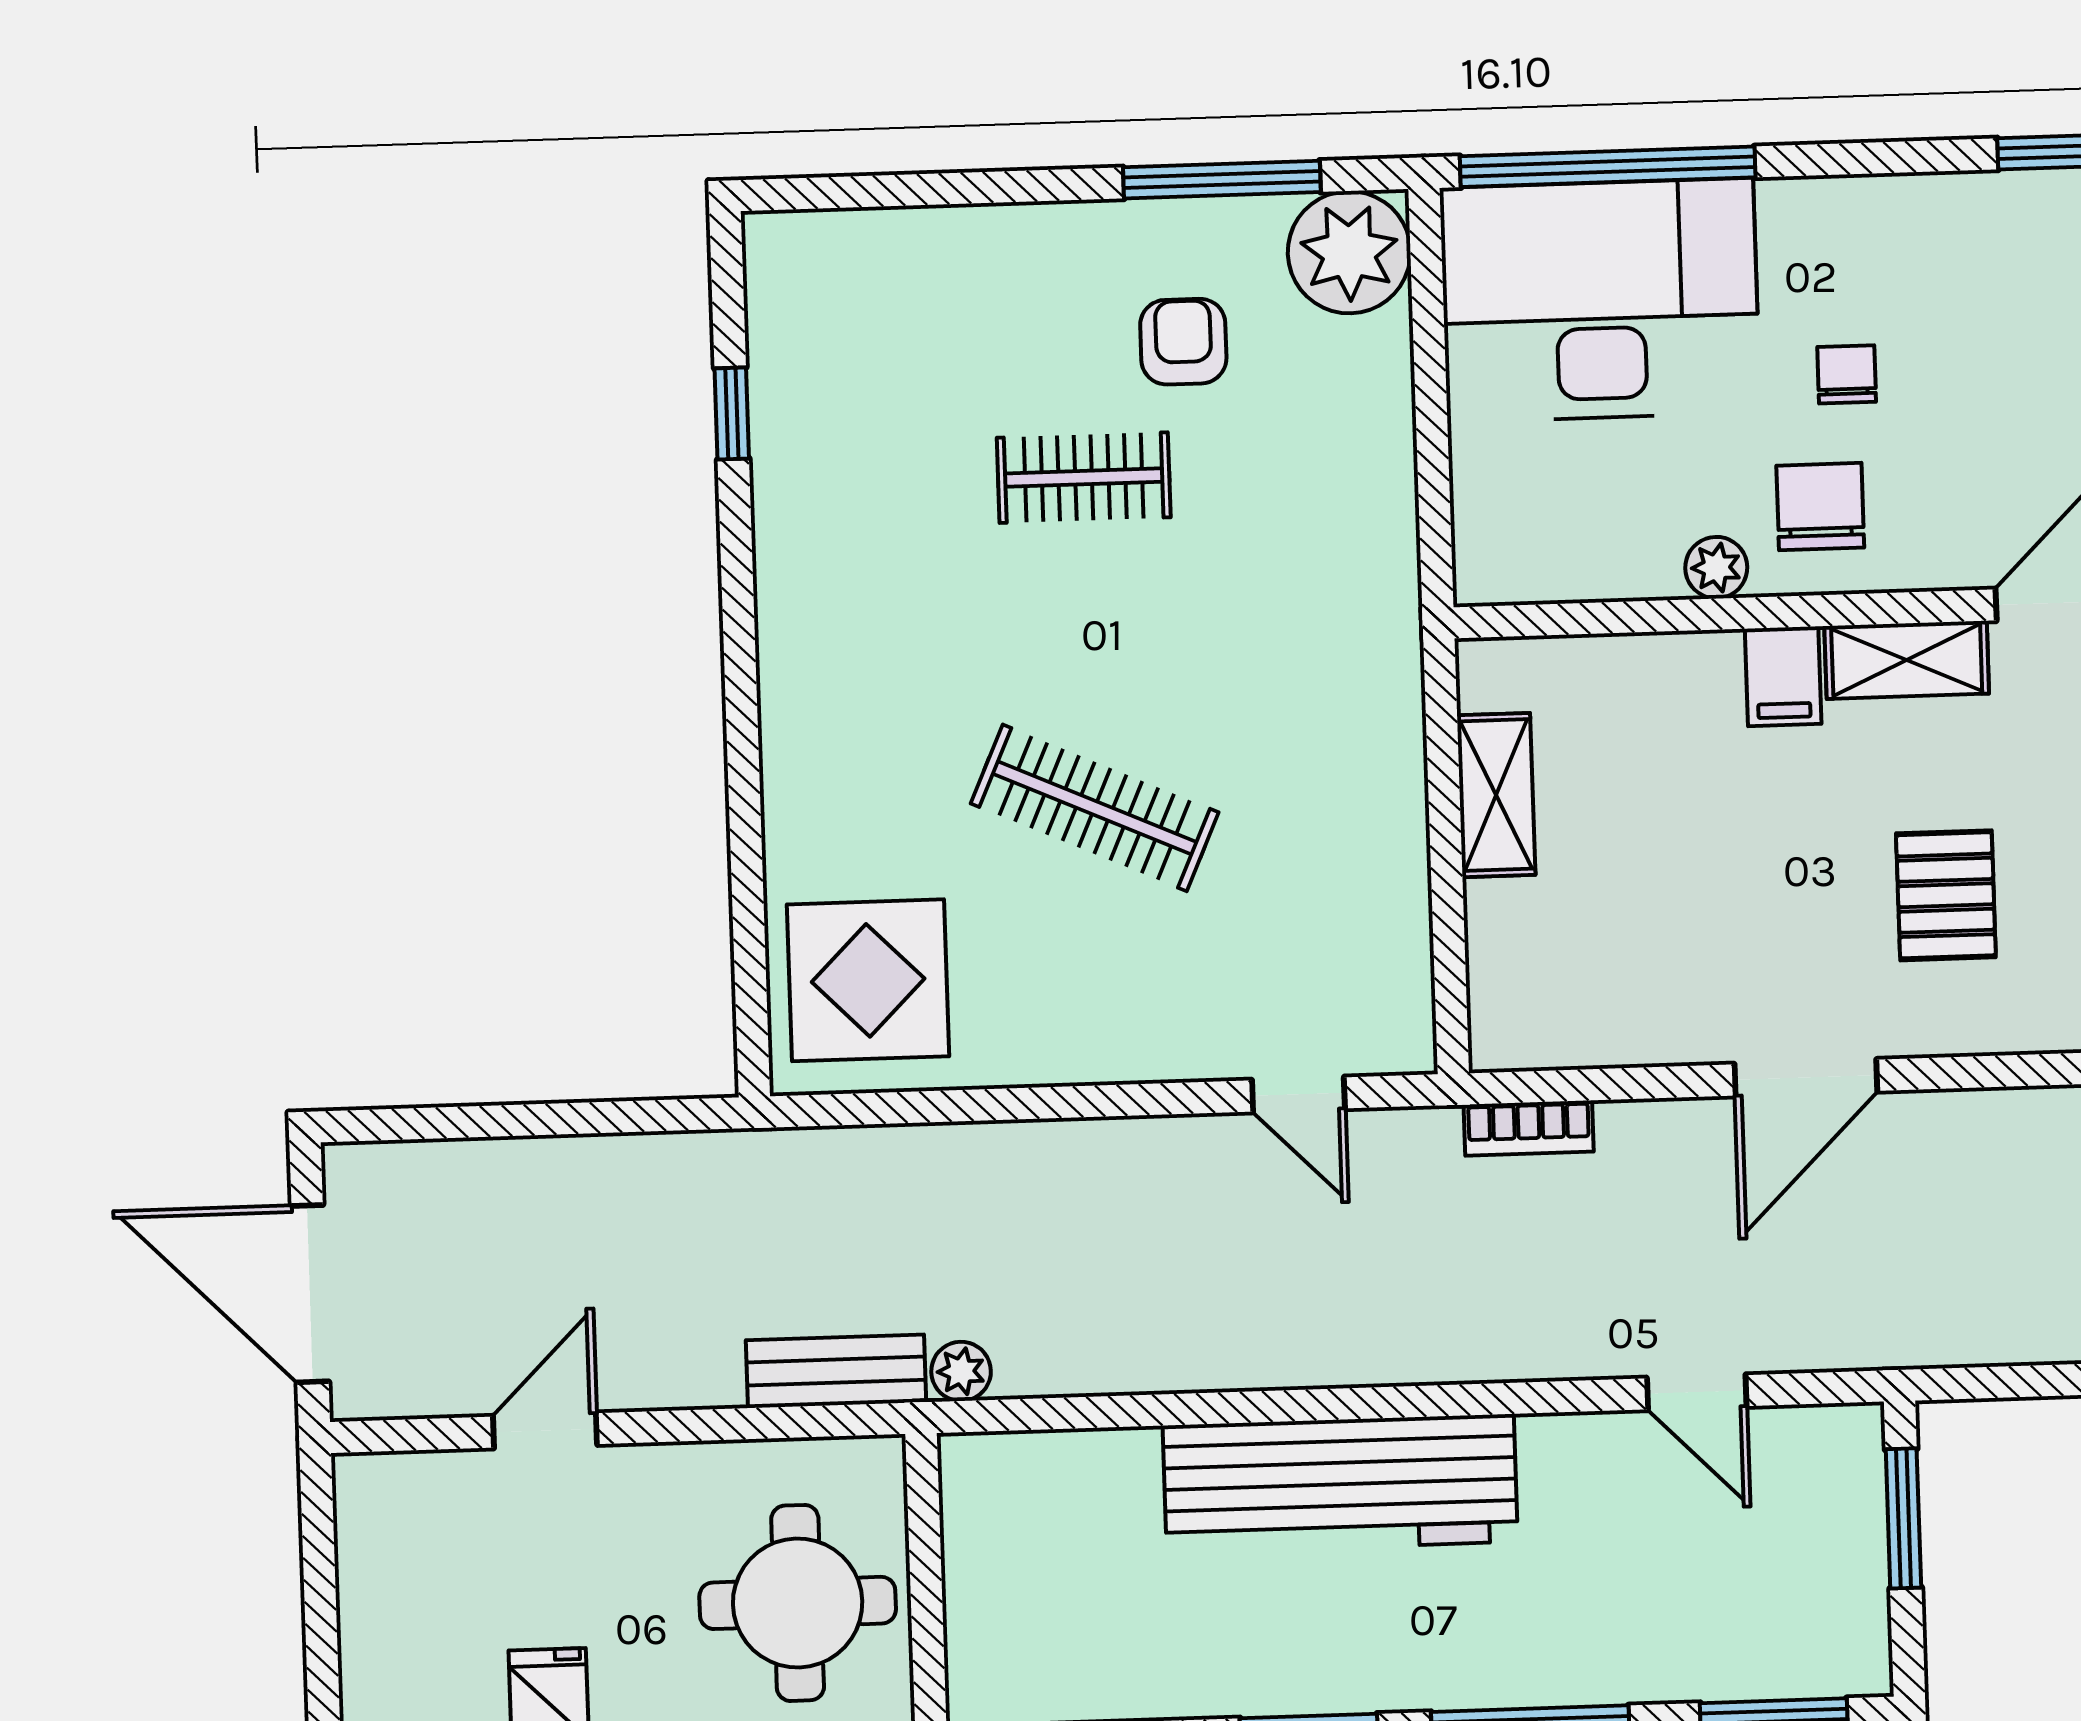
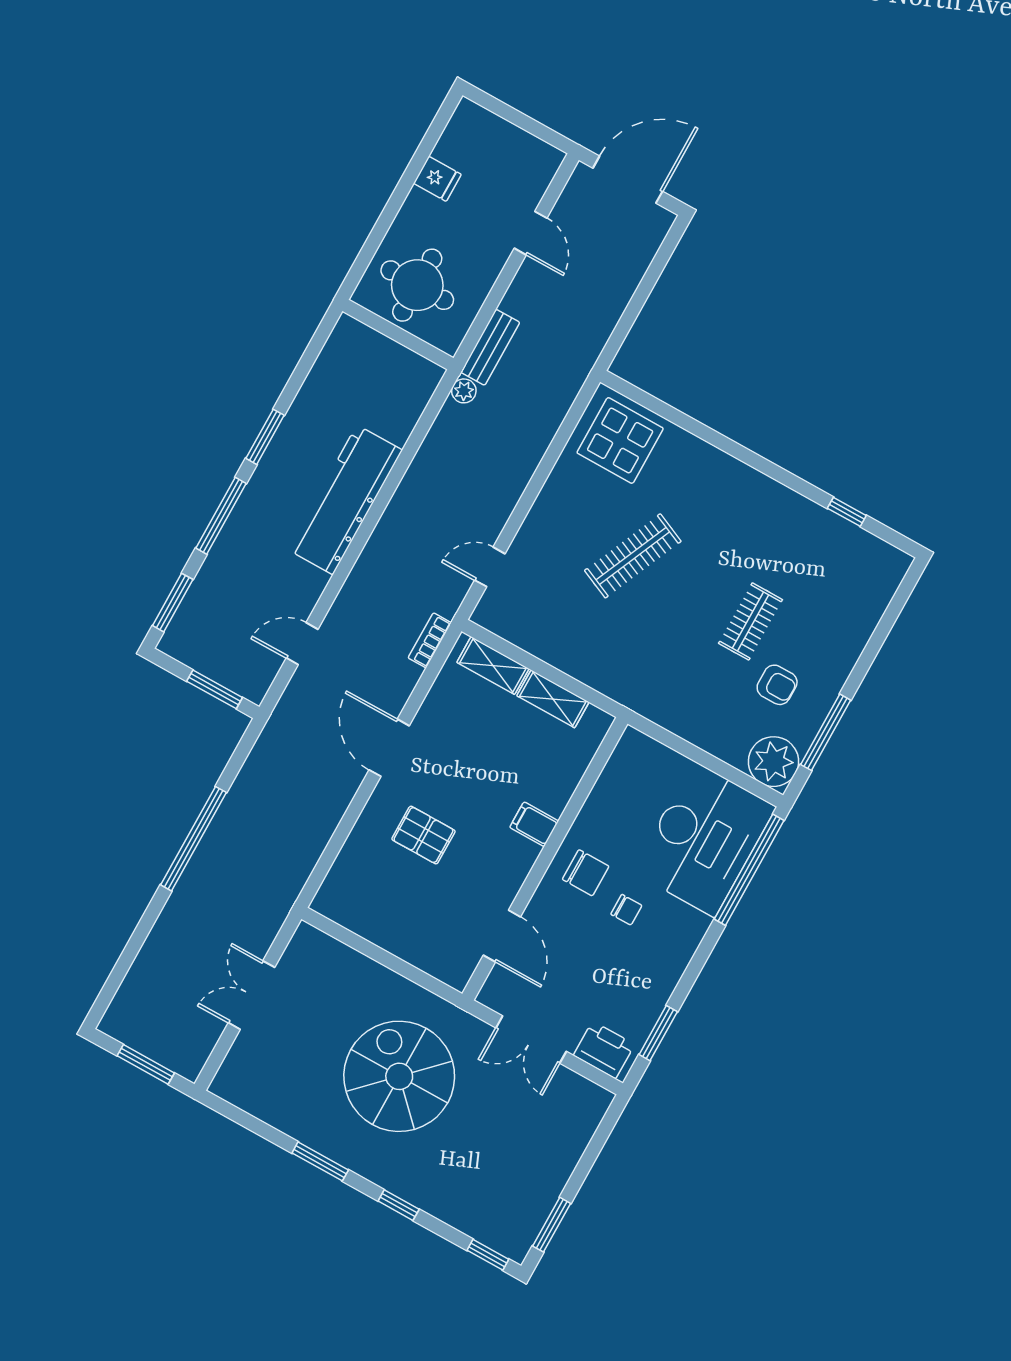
plant: (1716, 568) -> (586, 824), removed
shelving: (1907, 660) -> (493, 666), moved, turned 90

